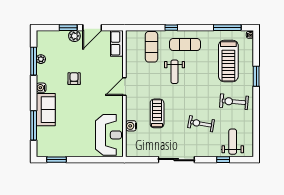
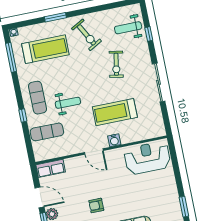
exercise bike: (234, 102) -> (86, 35), turned -34
treadmill: (157, 113) -> (115, 112), width x1.37, depth x1.38
water cooler: (131, 126) -> (114, 140), moved

